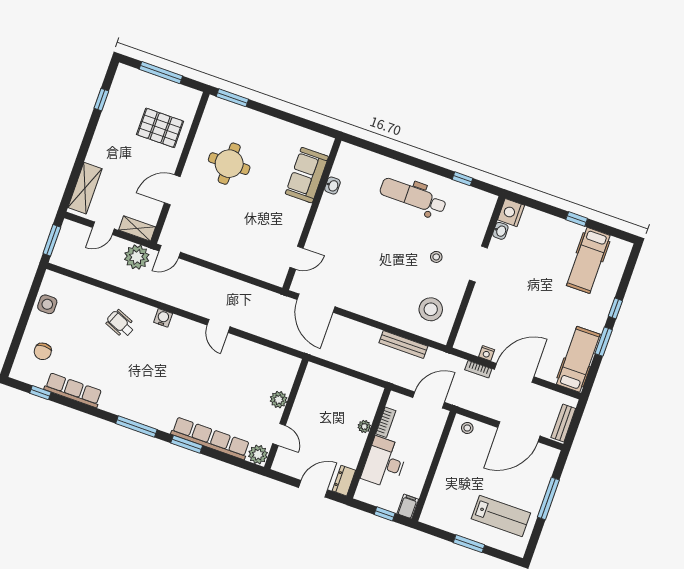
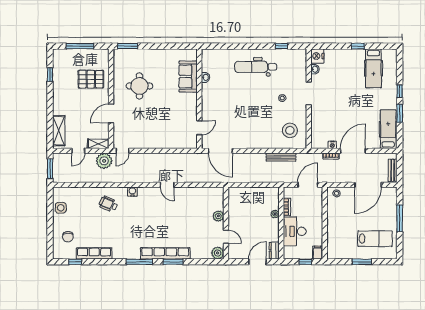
row of seats: (210, 438) -> (165, 253), moved

